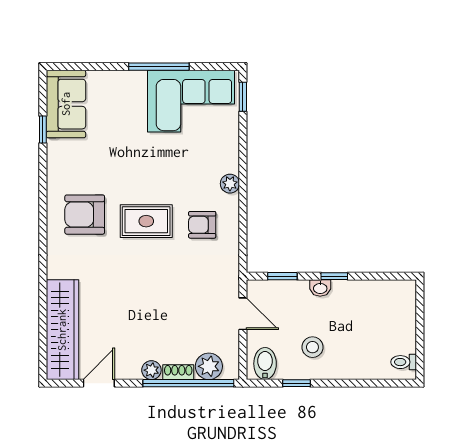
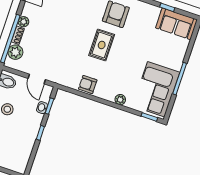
plant: (230, 184) -> (120, 100), moved
armchair: (202, 225) -> (88, 85), moved, turned -90
washbasin: (320, 288) -> (42, 108), moved
door: (243, 314) -> (37, 79), hinge flipped

